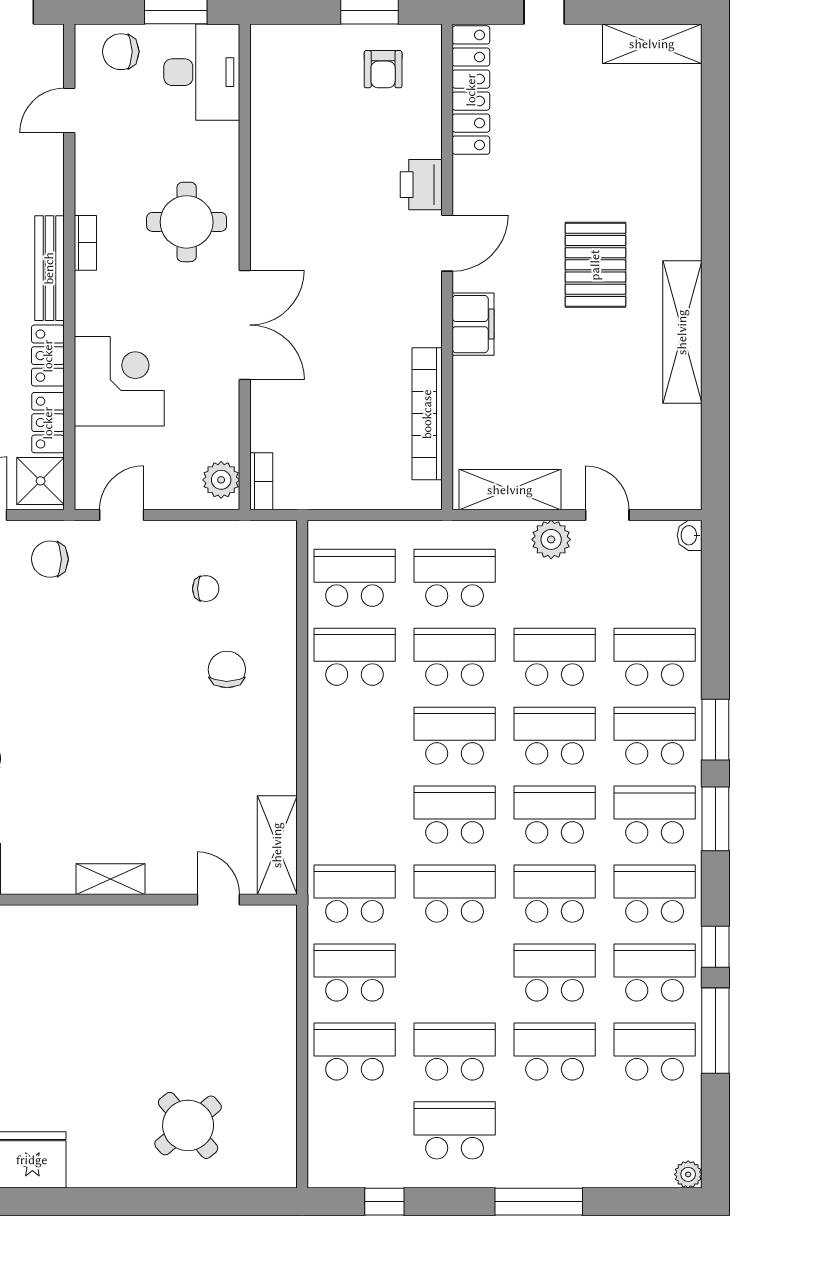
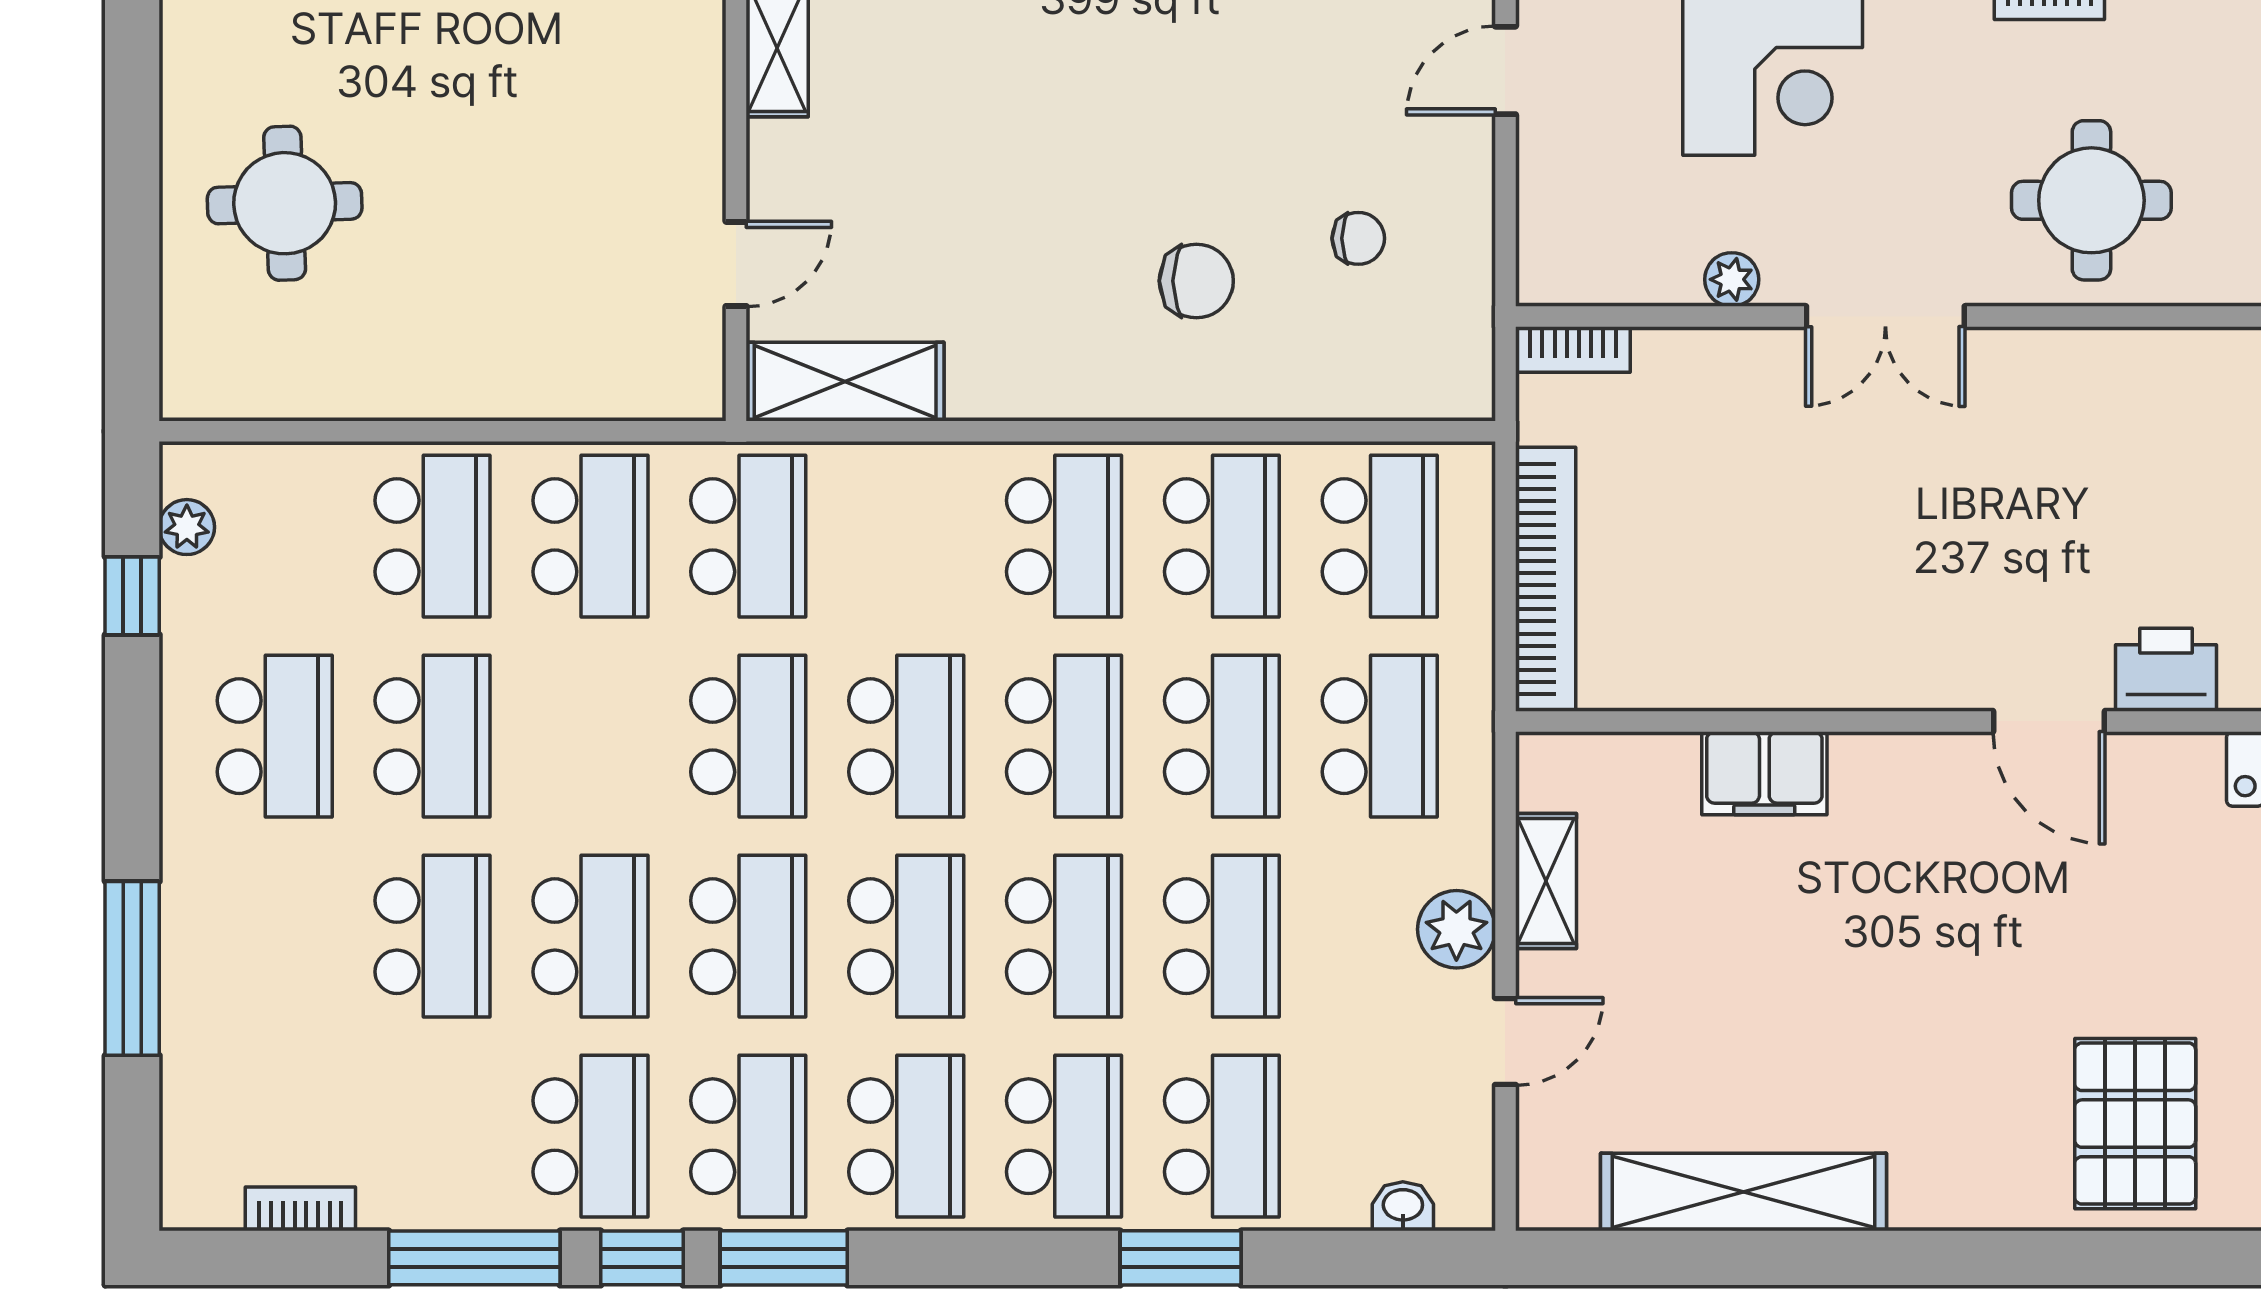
pallet: (595, 265) -> (2135, 1124), moved, turned 90
filing cabinet: (473, 324) -> (1764, 773), moved
double door: (245, 325) -> (1885, 317), width x0.73
shelving: (682, 332) -> (1744, 1192), moved
bookcase: (427, 414) -> (1546, 579), moved, turned 90
plant: (221, 480) -> (1732, 279), moved, width x0.73, depth x0.73
shelving: (510, 490) -> (1546, 881), width x0.67, depth x0.75
door: (122, 515) -> (1505, 70), swing flipped
washbasin: (690, 535) -> (1403, 1206), moved
chair: (206, 589) -> (1358, 238), turned -90
window: (715, 730) -> (1181, 1258), moved
window: (715, 819) -> (784, 1258), moved
school desk: (655, 1051) -> (1064, 536), moved
bookcase: (691, 1118) -> (300, 1209), added
round table: (188, 1125) -> (285, 203), turned 38
plant: (688, 1174) -> (187, 527), moved
window: (539, 1202) -> (132, 968), moved

